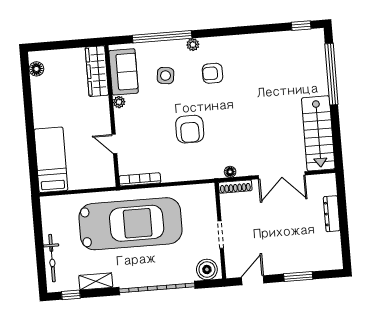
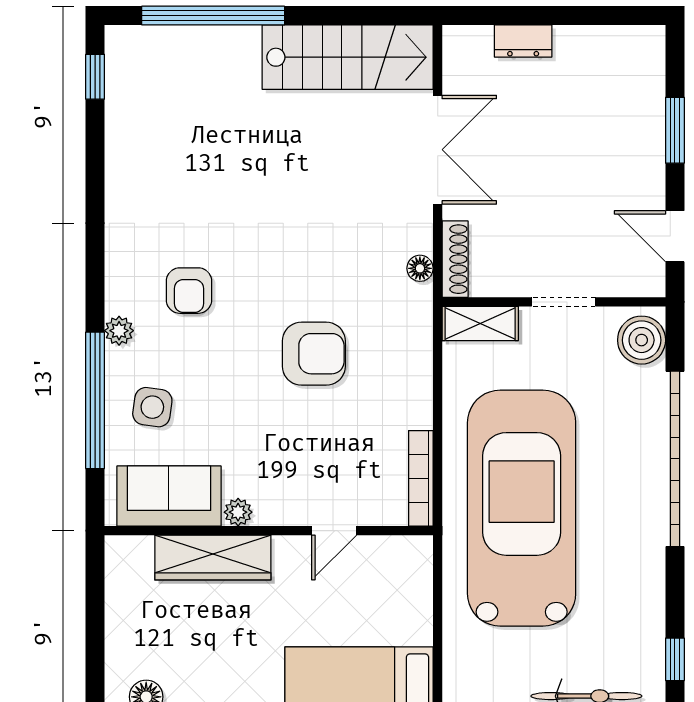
wardrobe: (97, 71) -> (213, 558), moved
side table: (166, 76) -> (152, 407), moved
dresser: (332, 214) -> (523, 41), width x0.70
shelving: (96, 281) -> (480, 323), moved, turned 90

